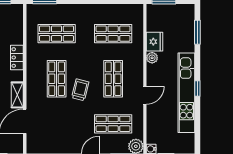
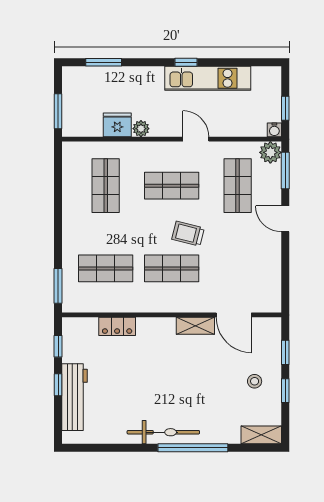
shop shelf: (57, 34) -> (106, 268), turned 90
locker: (17, 58) -> (117, 326), moved
kitchen unit: (186, 93) -> (208, 78), width x0.73

